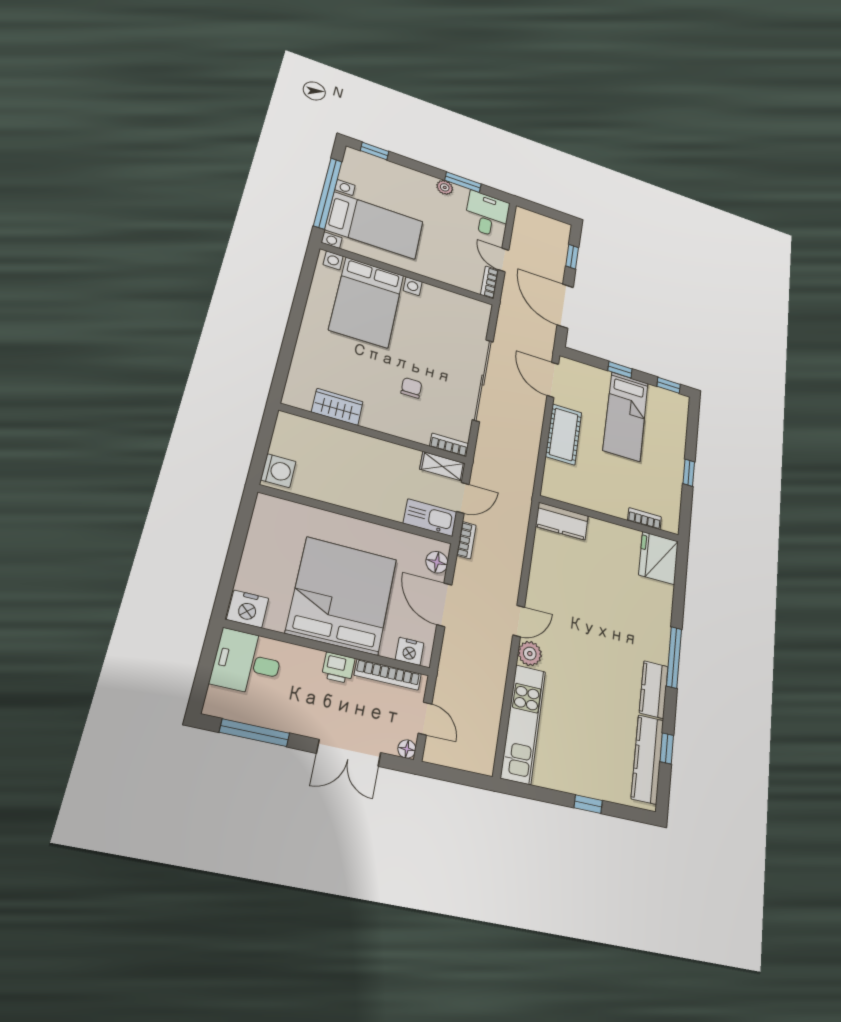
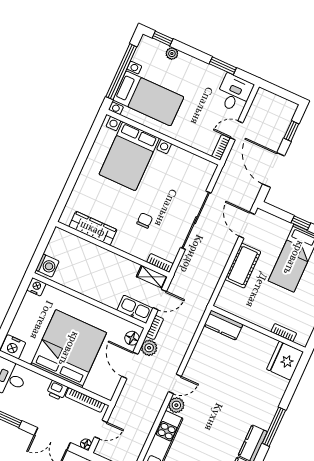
plant: (445, 187) -> (172, 54), moved
door: (503, 260) -> (236, 130), hinge flipped
wardrobe: (337, 407) -> (93, 228), width x1.50
plant: (466, 572) -> (149, 348), added
nightstand: (410, 651) -> (36, 287), moved, turned 180
door: (425, 719) -> (101, 430), hinge flipped

